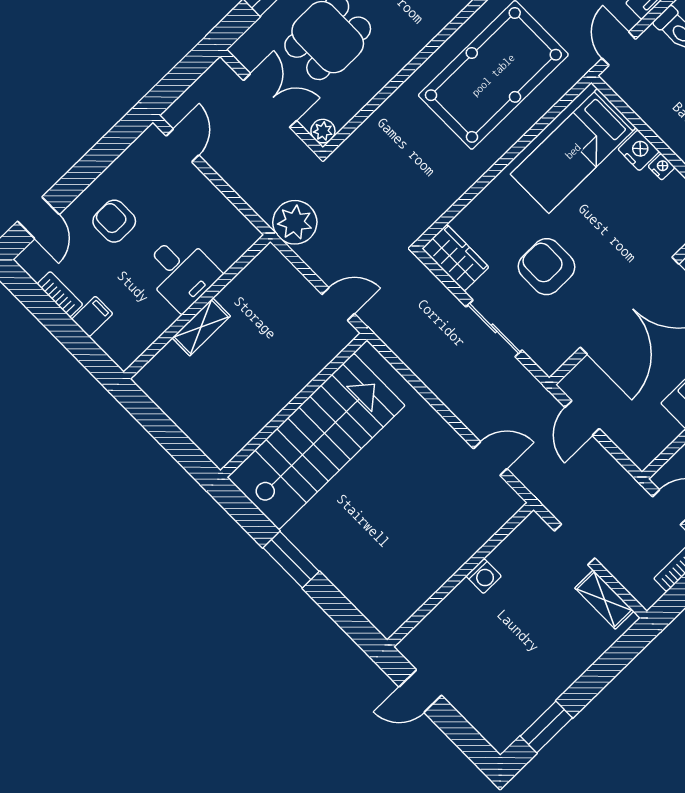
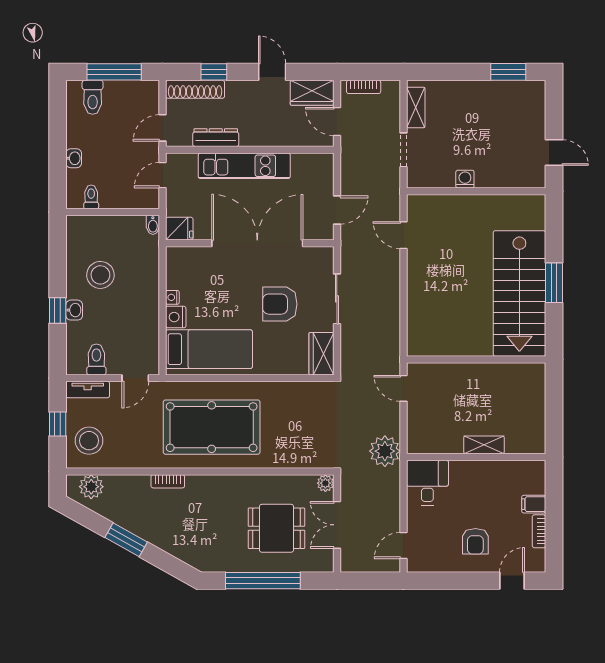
armchair: (547, 267) -> (280, 304), turned 90
desk: (181, 272) -> (427, 483), moved
stairs: (316, 441) -> (519, 293), moved, turned -90

